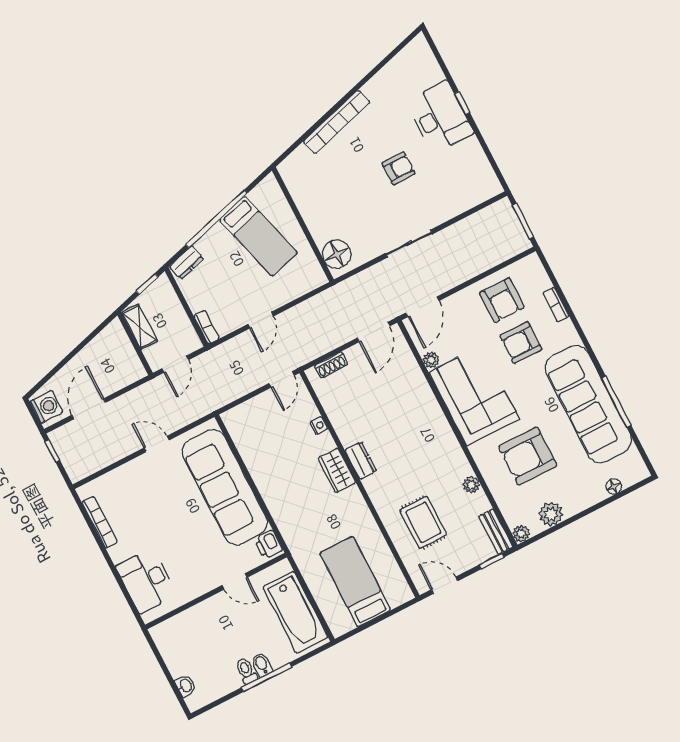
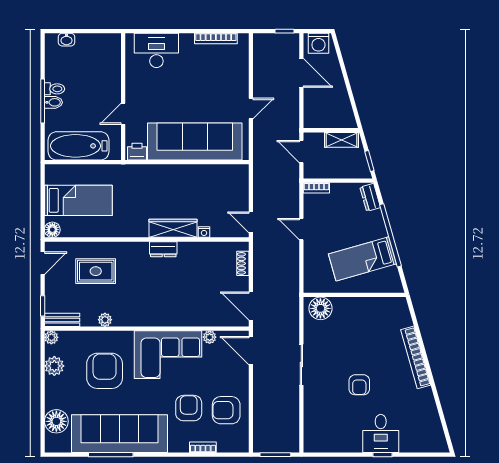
desk: (440, 117) -> (381, 433), width x0.73
wardrobe: (337, 470) -> (173, 228), width x1.50
floor lamp: (614, 486) -> (56, 421), width x1.89, depth x1.89
floor lamp: (402, 593) -> (52, 230), added

